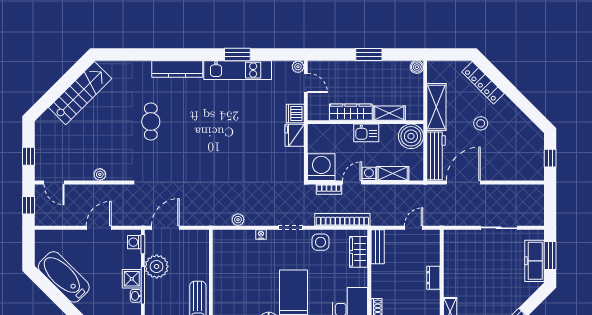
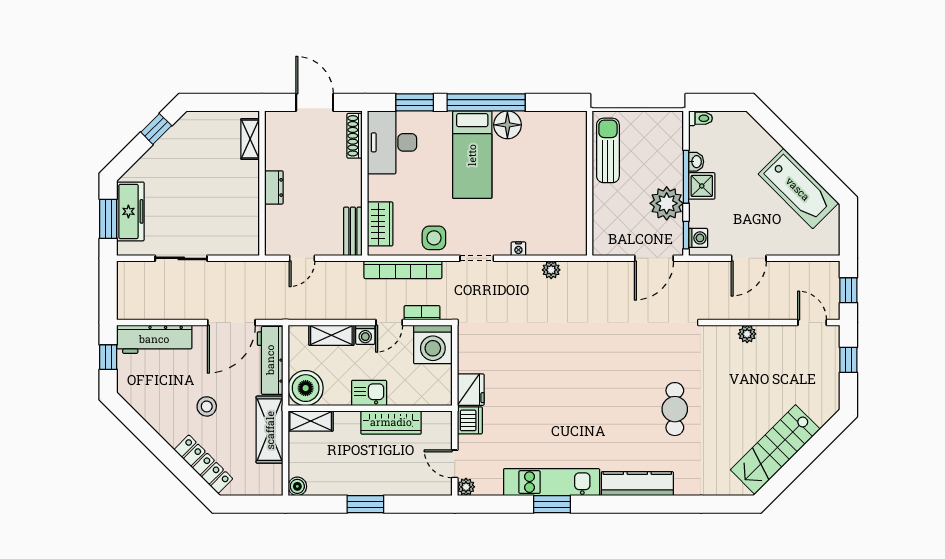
shelving: (389, 113) -> (311, 421), moved
workbench: (518, 171) -> (154, 339), added

